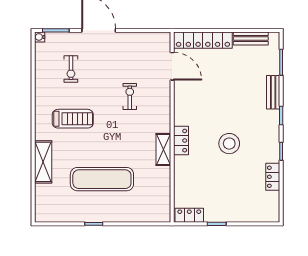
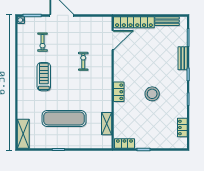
door: (172, 66) -> (113, 40), hinge flipped
treadmill: (73, 119) -> (44, 77), turned -90
shelving: (163, 150) -> (107, 124), moved
shelving: (43, 162) -> (23, 134), moved
locker: (273, 177) -> (182, 127), moved

